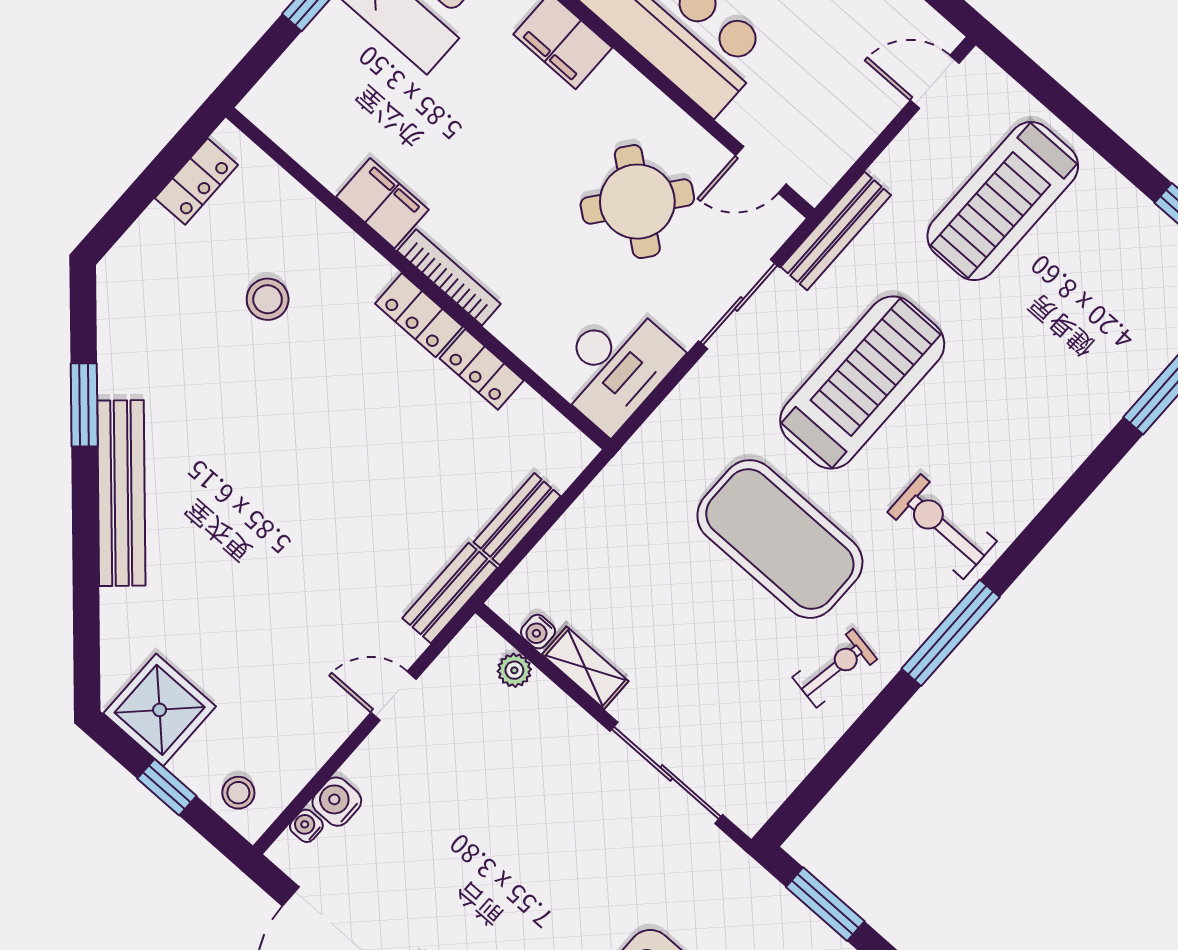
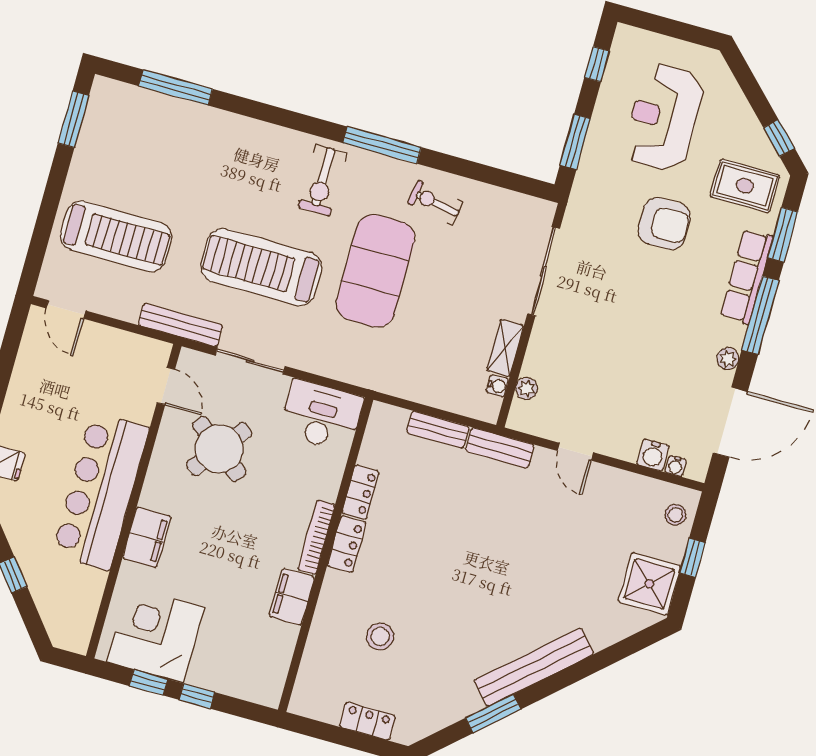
locker: (196, 181) -> (367, 721), moved

